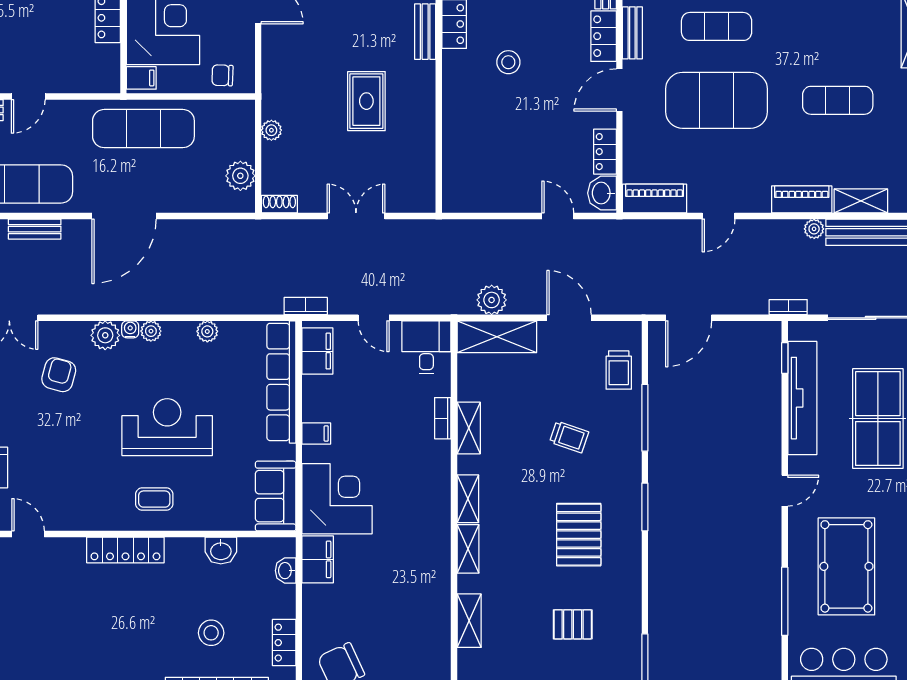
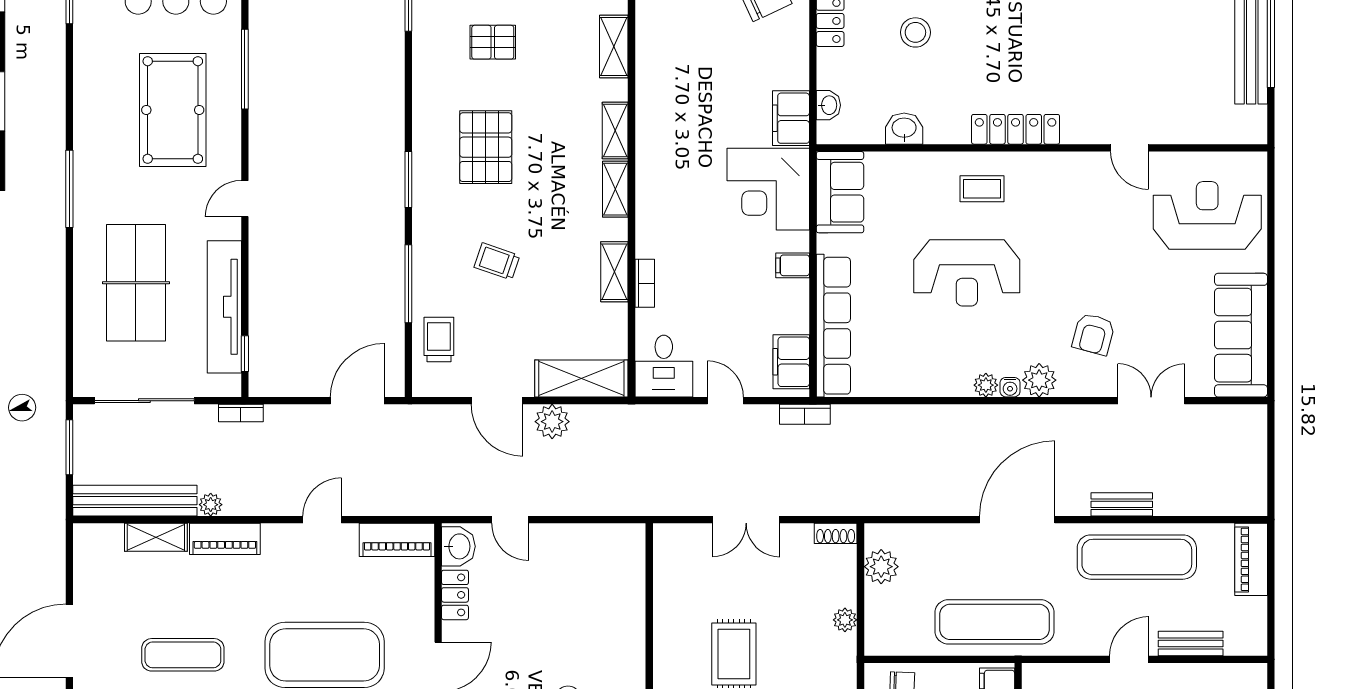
plant: (492, 300) -> (552, 422), moved
plant: (207, 331) -> (920, 385), removed

